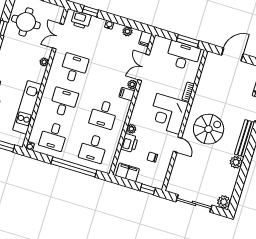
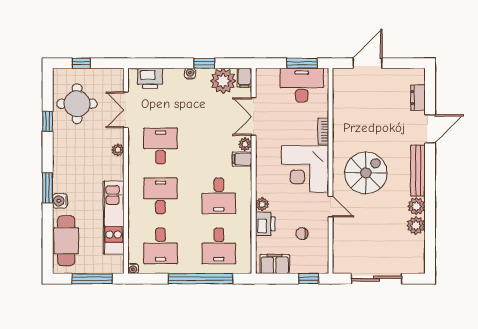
window: (90, 11) -> (204, 63), moved
plant: (127, 31) -> (223, 81), width x1.87, depth x1.87
plant: (224, 202) -> (416, 226), moved

